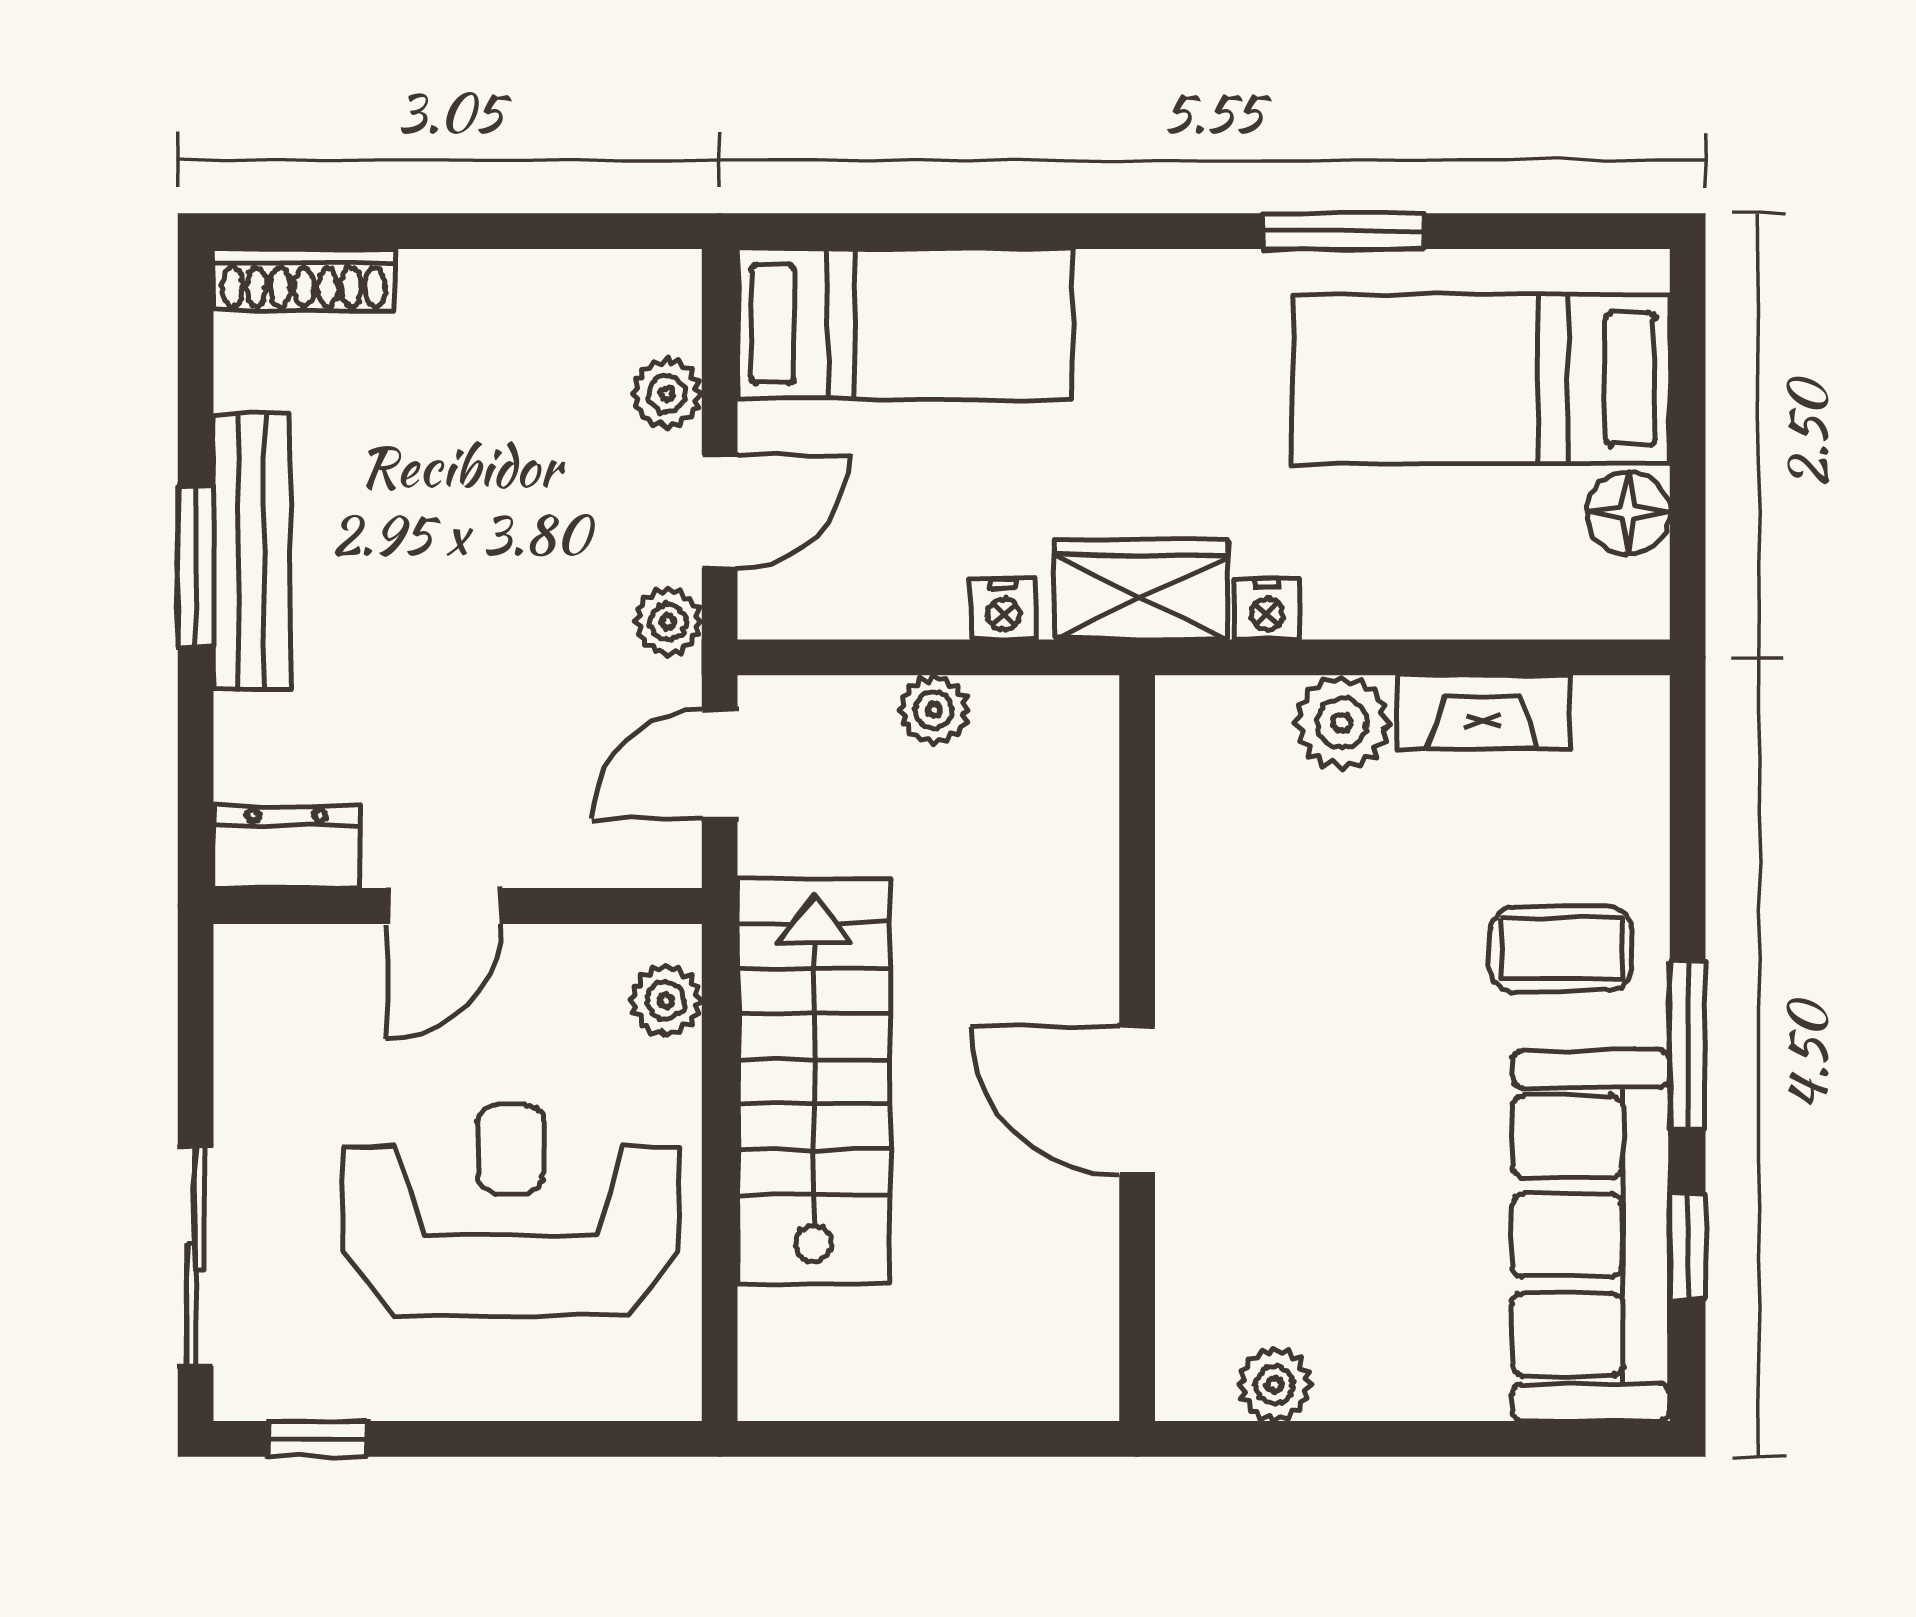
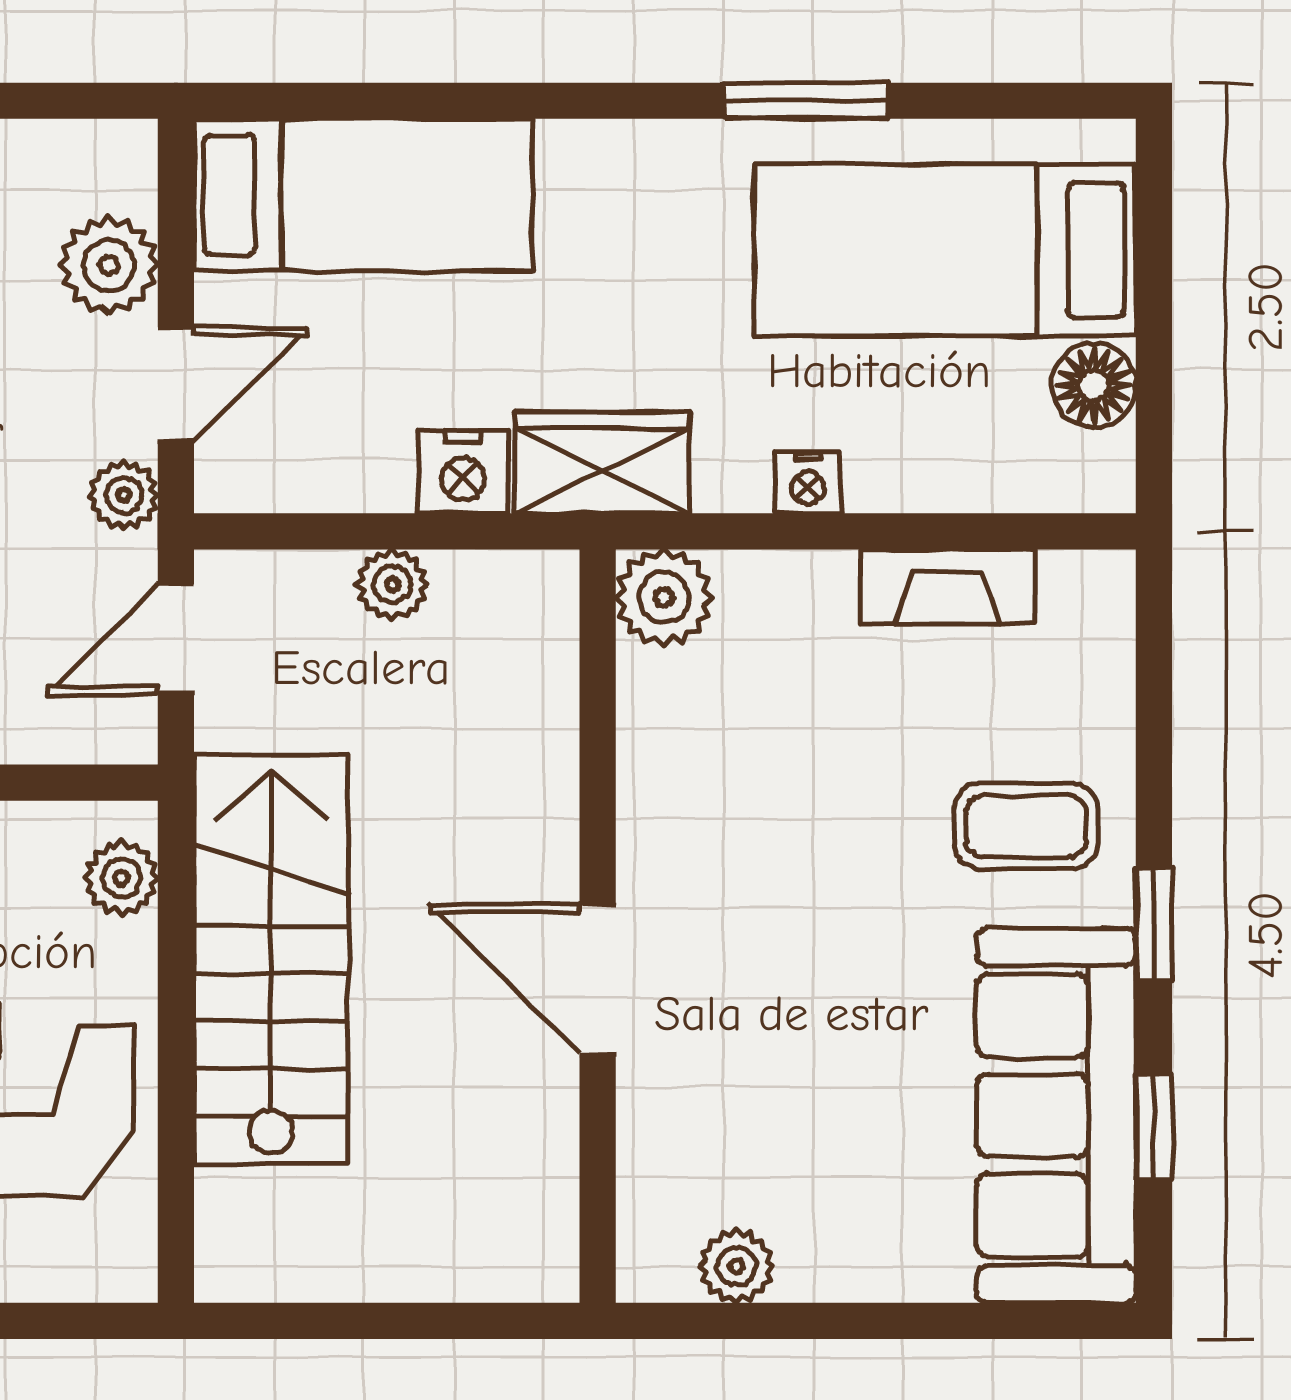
plant: (667, 394) -> (109, 265), width x1.38, depth x1.38
nightstand: (1004, 609) -> (463, 472), width x1.39, depth x1.35
nightstand: (1267, 609) -> (808, 483), moved
plant: (1342, 723) -> (664, 598), moved
window: (1688, 1046) -> (1154, 924), width x0.67

